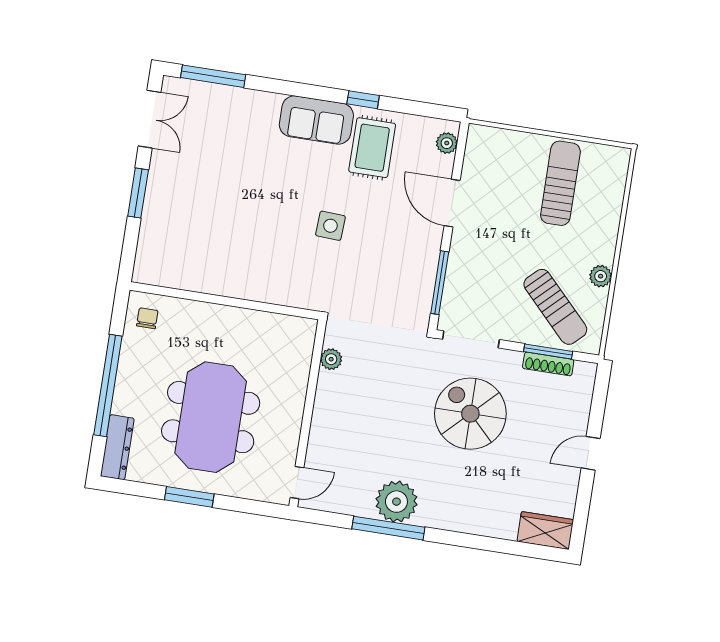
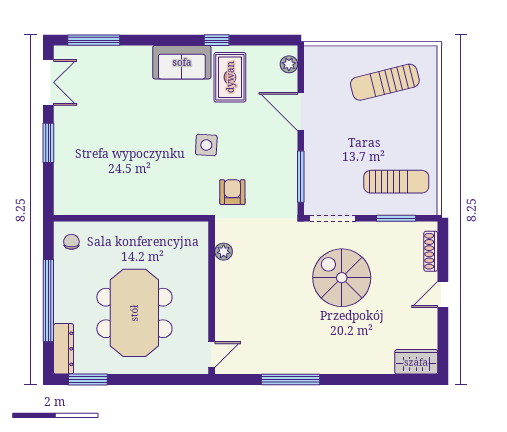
sun lounger: (560, 183) -> (385, 82), turned -104
plant: (601, 276) -> (429, 151), removed
armchair: (353, 288) -> (232, 192), added
sun lounger: (555, 307) -> (396, 182), turned -46
shoe rack: (548, 364) -> (431, 251), moved, turned 90
window: (189, 497) -> (88, 379), moved
plant: (396, 502) -> (294, 357), removed

